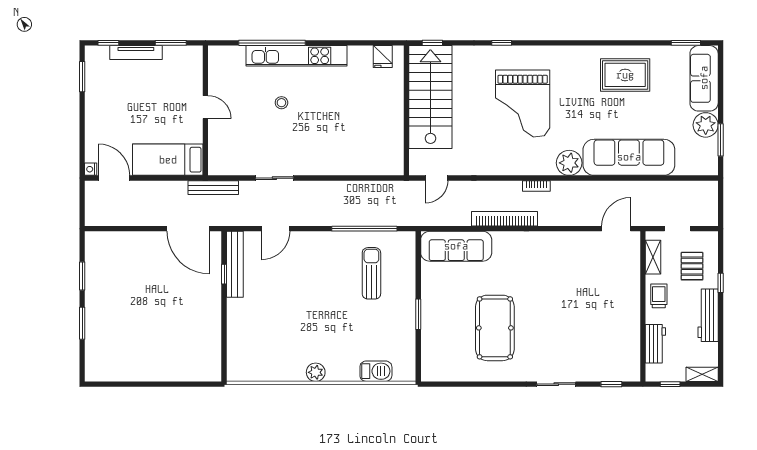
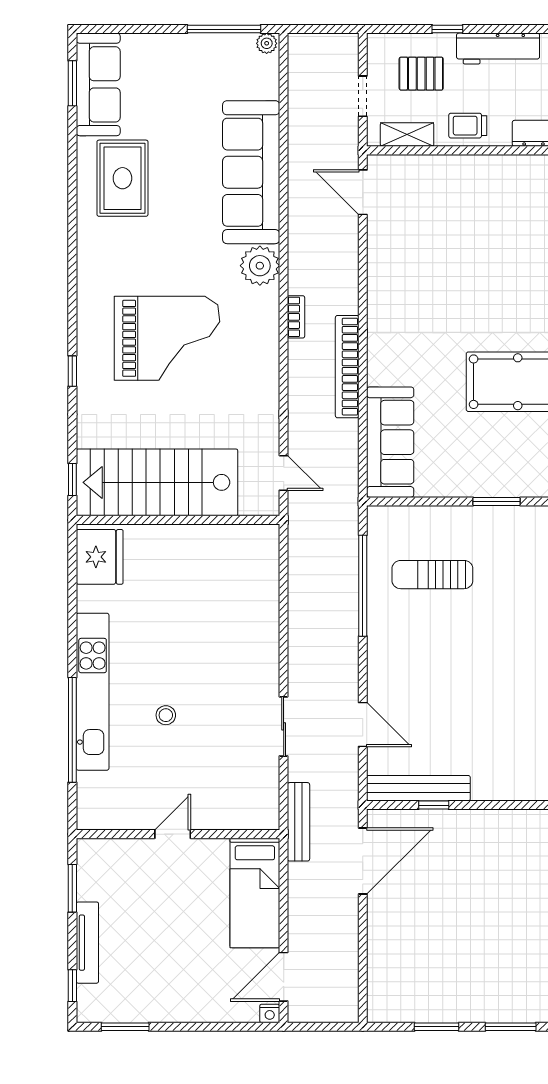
fridge: (383, 57) -> (100, 557), width x1.88, depth x1.34
sofa: (704, 78) -> (98, 84), moved, turned -90
plant: (706, 125) -> (267, 43), moved, width x0.53, depth x0.53
window: (721, 140) -> (224, 29), width x1.44

